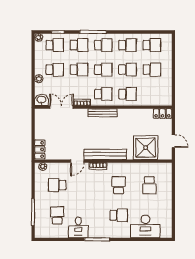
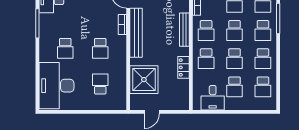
desk: (161, 88) -> (213, 98), added
locker: (162, 114) -> (183, 67), moved
school desk: (119, 185) -> (100, 48), turned 90
school desk: (149, 185) -> (100, 84), turned 90
desk: (145, 226) -> (56, 86), width x1.36, depth x1.30

